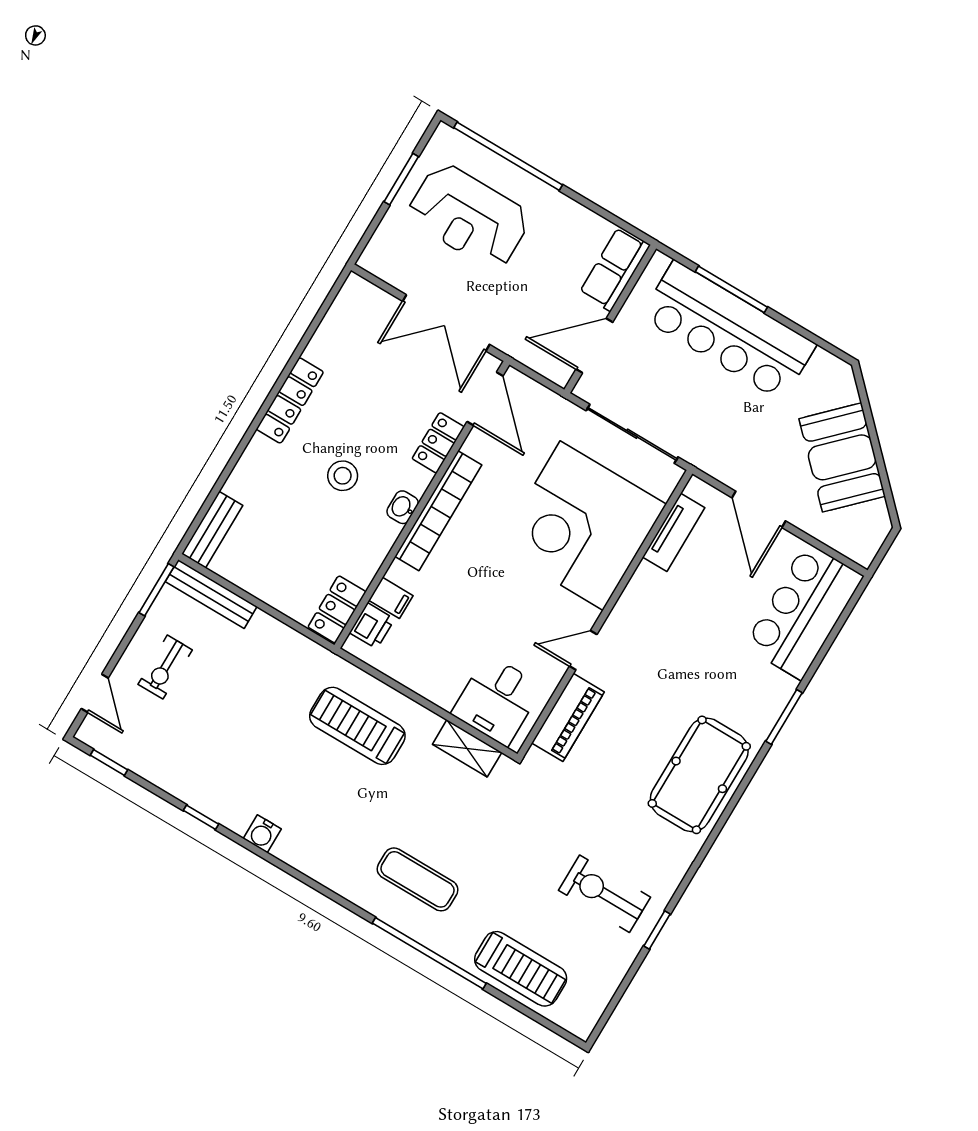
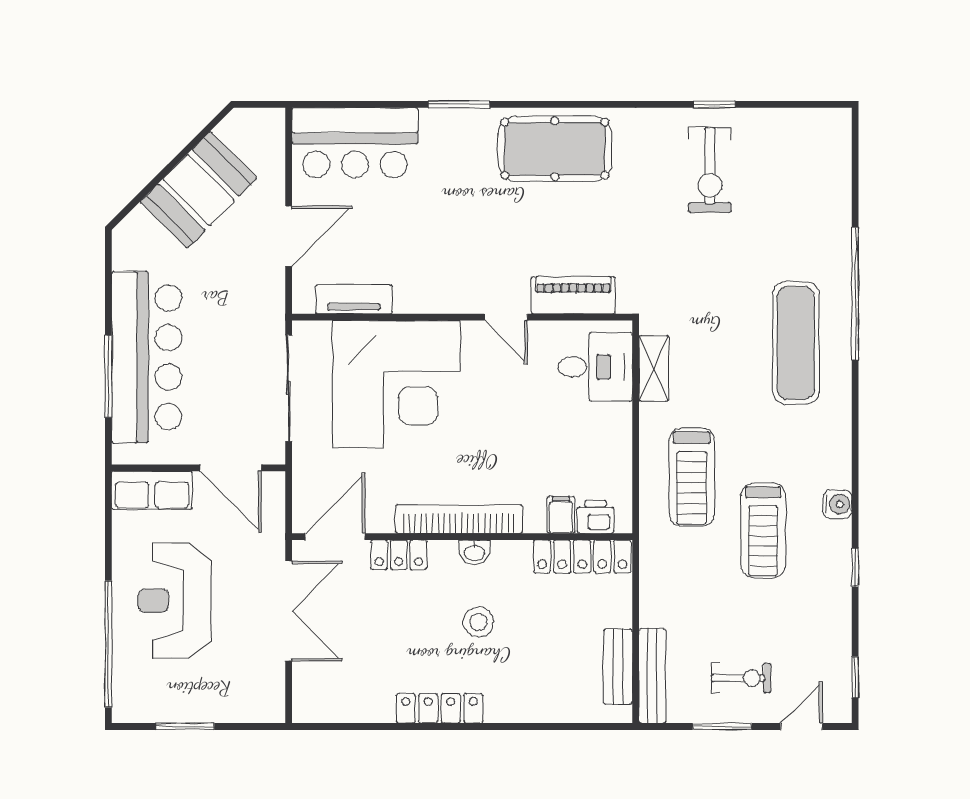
reception desk: (469, 216) -> (174, 601), moved, turned 180
bench: (212, 530) -> (618, 667), moved, turned 90
window: (156, 590) -> (722, 727), moved
locker: (337, 609) -> (582, 556), width x1.53
exercise mat: (418, 879) -> (796, 343), width x1.36, depth x1.45
treadmill: (521, 969) -> (763, 530), moved, turned 180

